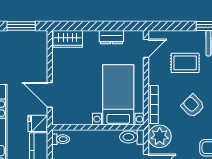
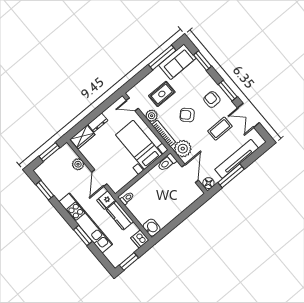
dresser: (111, 37) -> (98, 122), moved
door: (146, 48) -> (132, 104), swing flipped
plant: (40, 63) -> (78, 164), added
plant: (156, 76) -> (152, 116), added
door: (50, 95) -> (99, 178), hinge flipped

